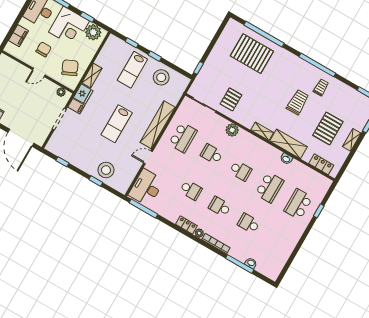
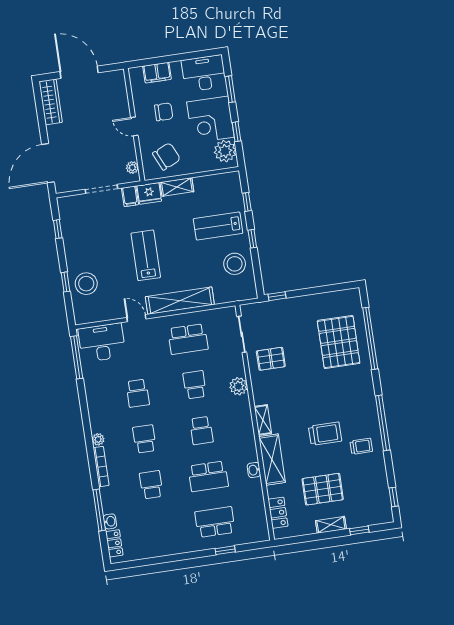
lab bench: (117, 124) -> (146, 255), turned 90
locker: (186, 225) -> (114, 543), moved

